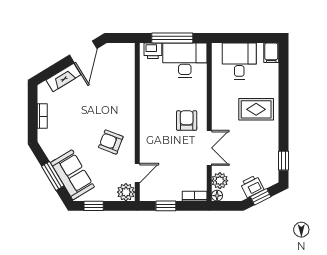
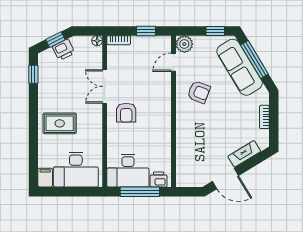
door: (83, 52) -> (225, 178), swing flipped
desk: (239, 61) -> (76, 170), width x1.37
sofa: (72, 175) -> (240, 67), width x1.36
window: (53, 176) -> (254, 59), width x1.44
plant: (220, 181) -> (94, 55), removed

